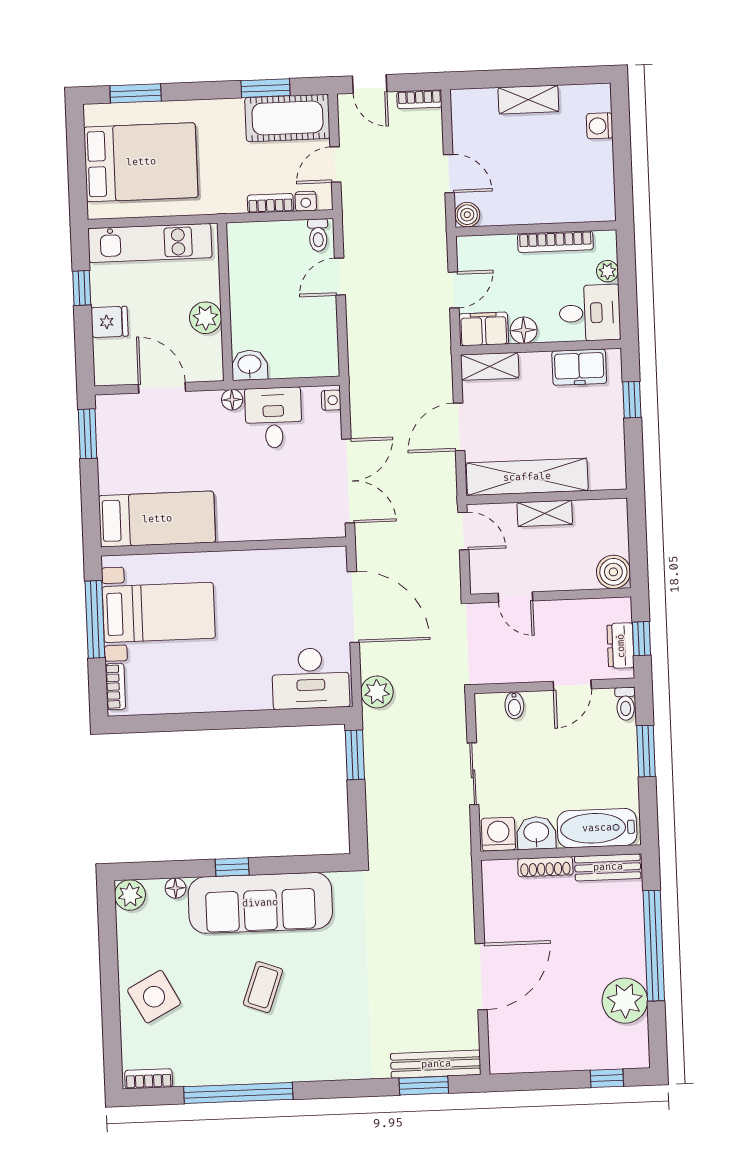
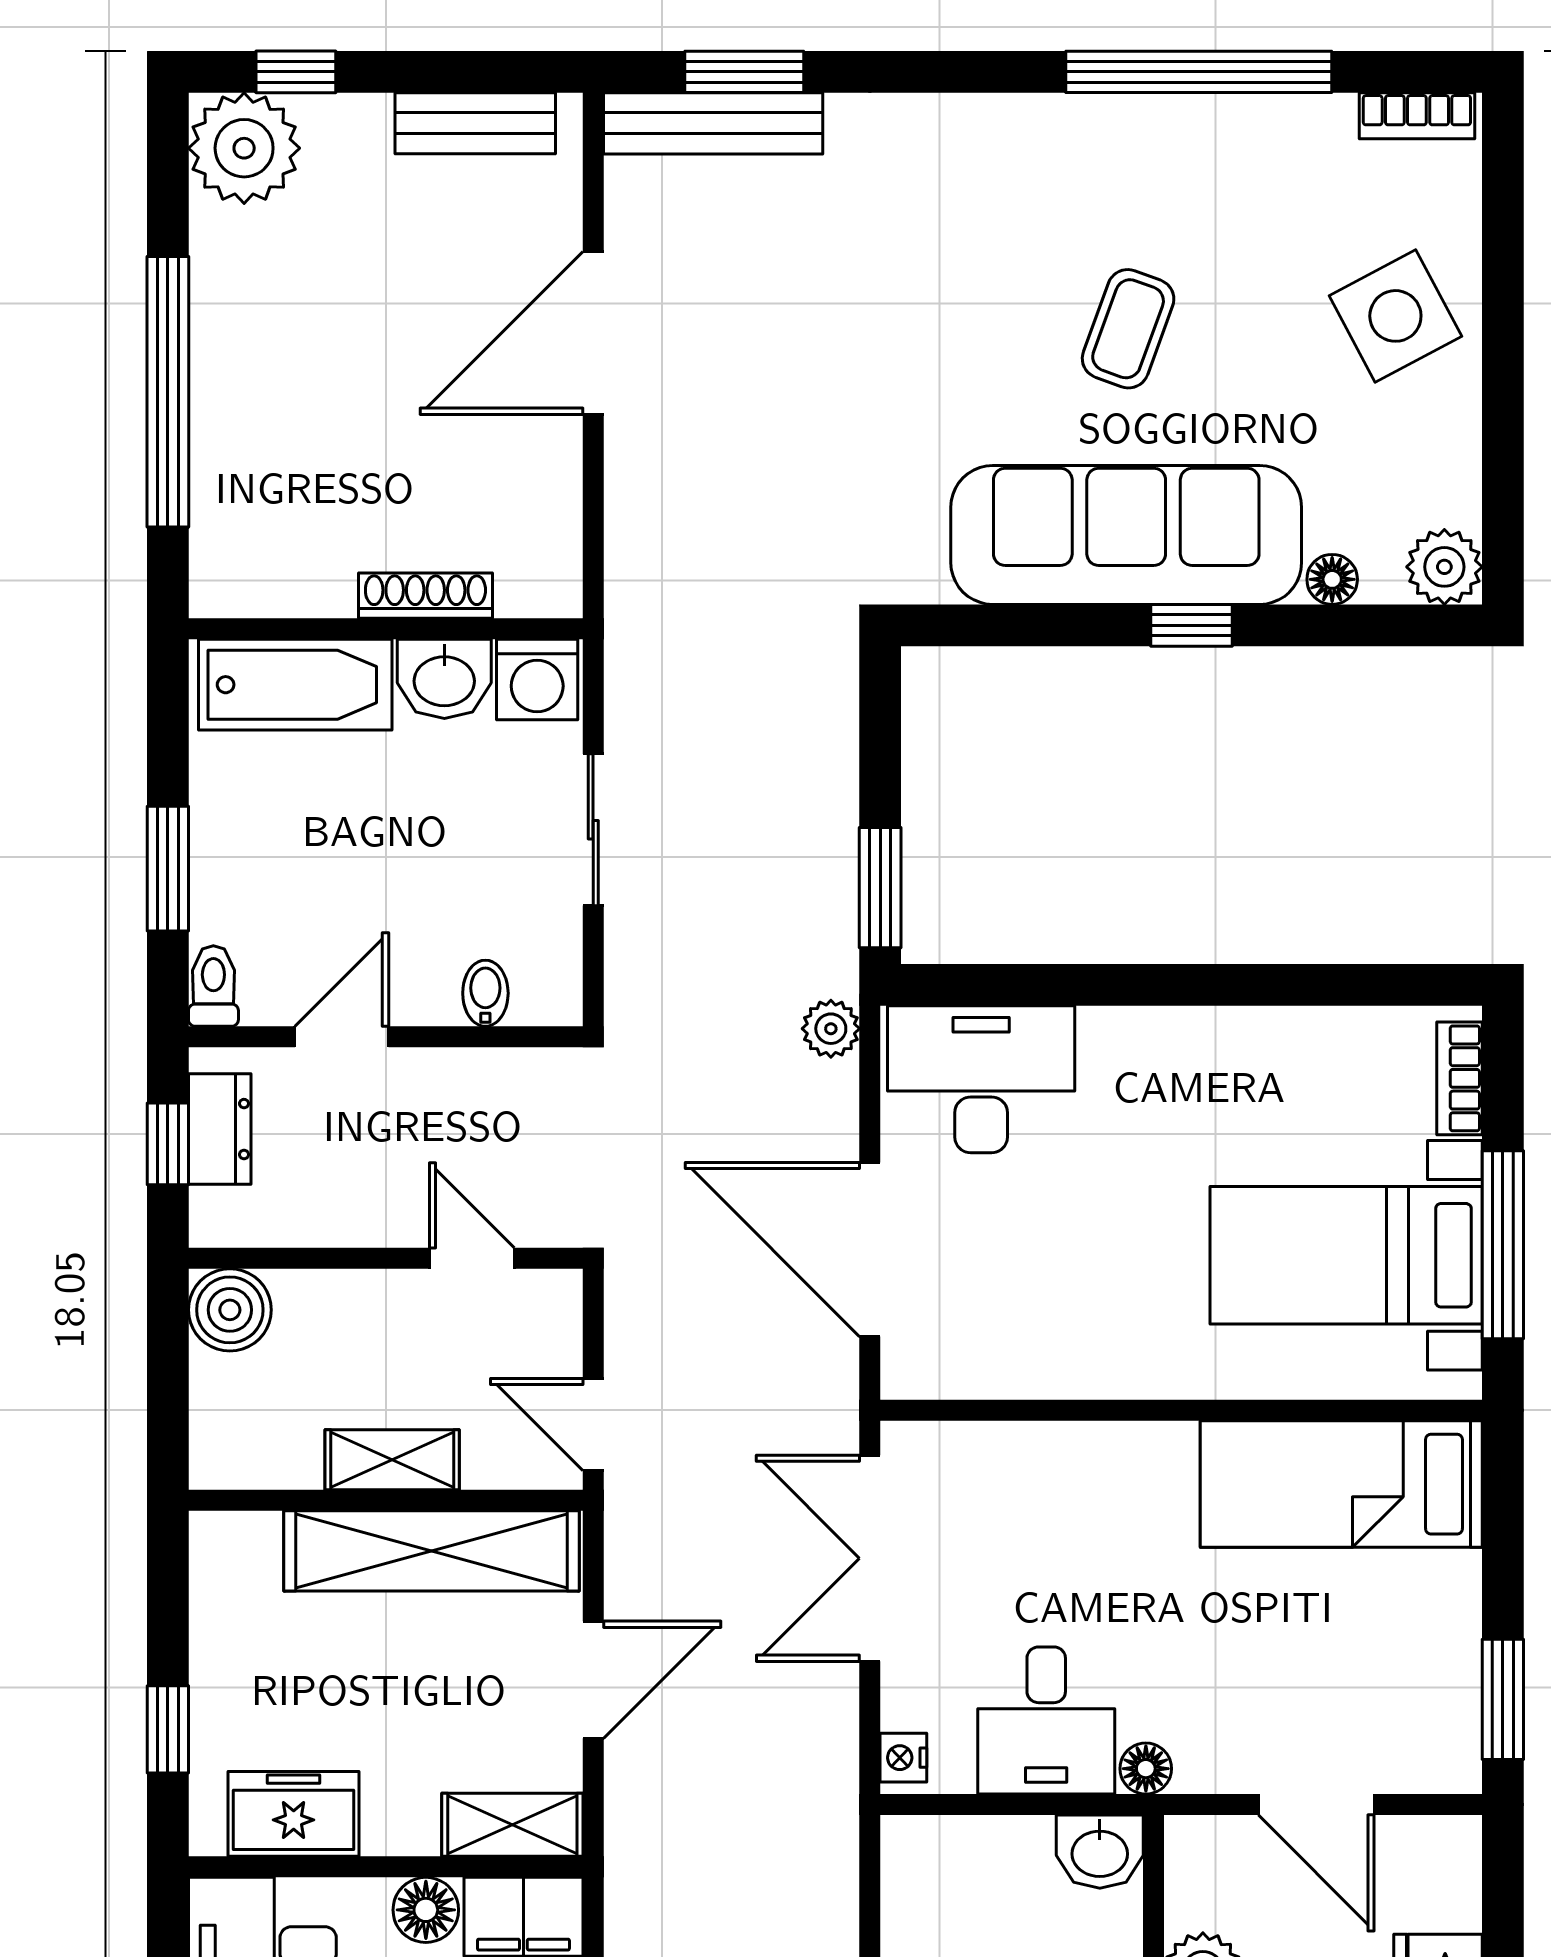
plant: (377, 692) -> (831, 1029), width x0.73, depth x0.73
bench: (608, 867) -> (475, 123), moved
plant: (625, 1001) -> (244, 148), moved

